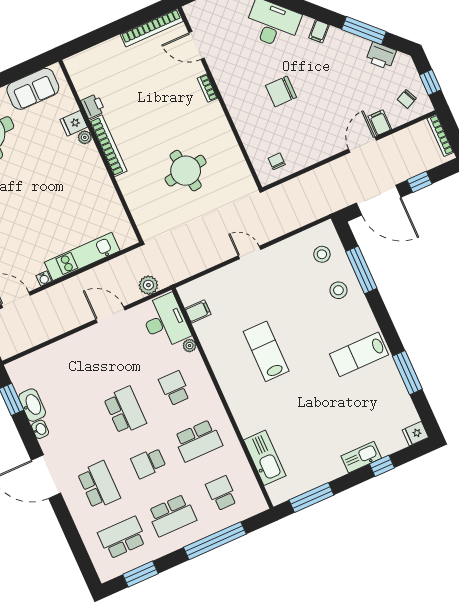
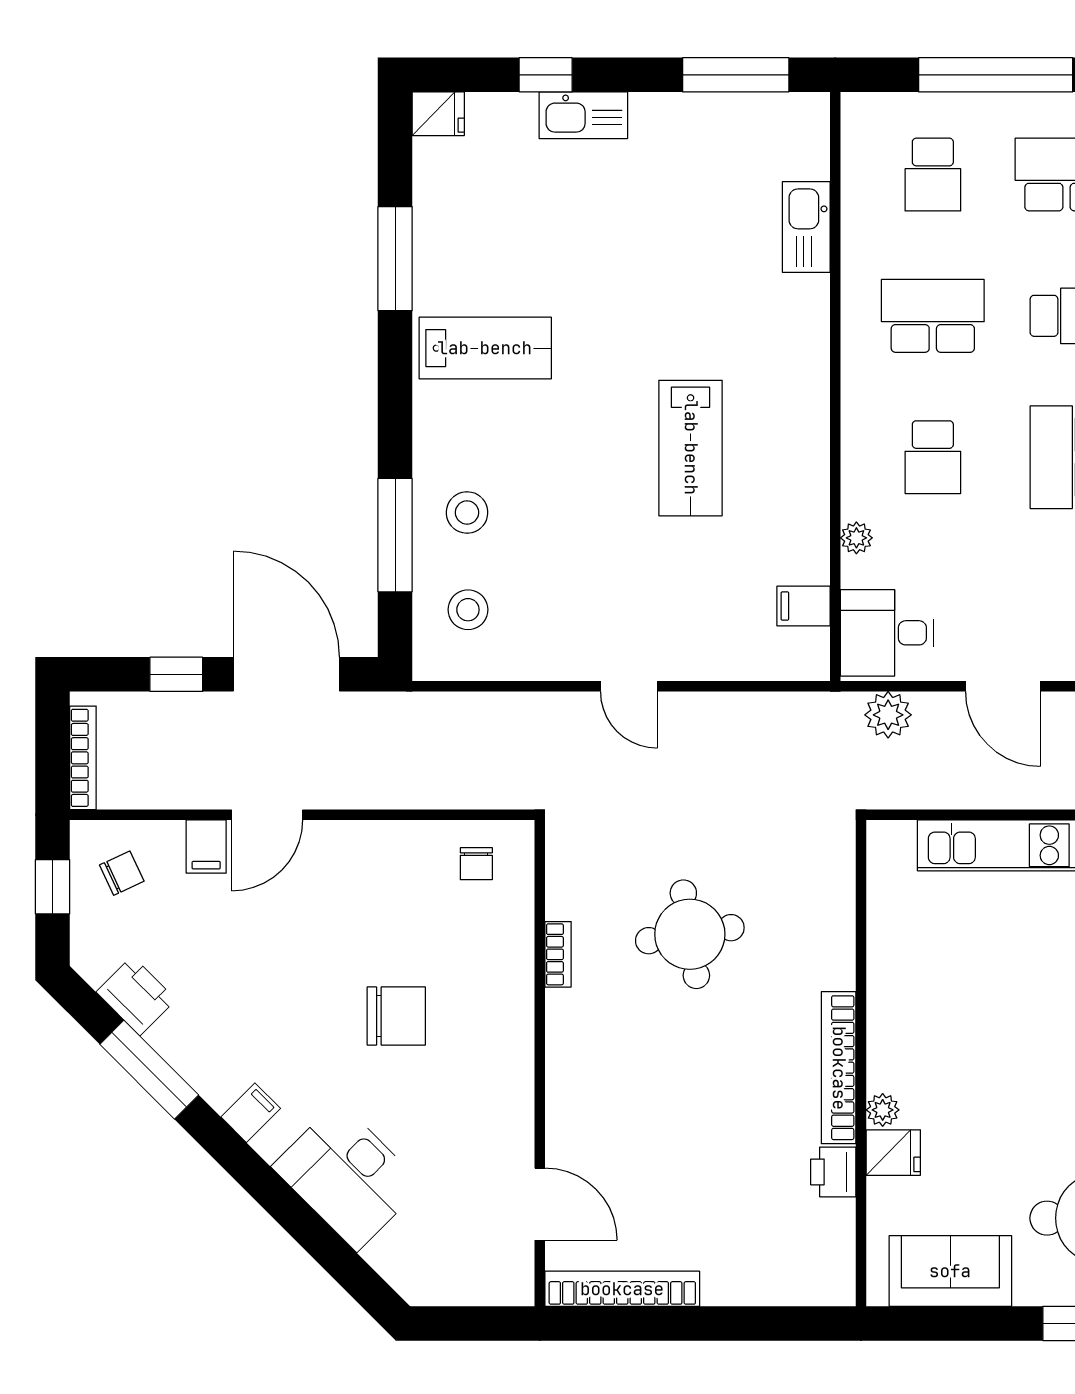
bookcase: (207, 88) -> (558, 954), moved
desk: (165, 321) -> (887, 633), width x0.73
kitchen sink: (265, 458) -> (806, 227), width x0.73, depth x0.81

